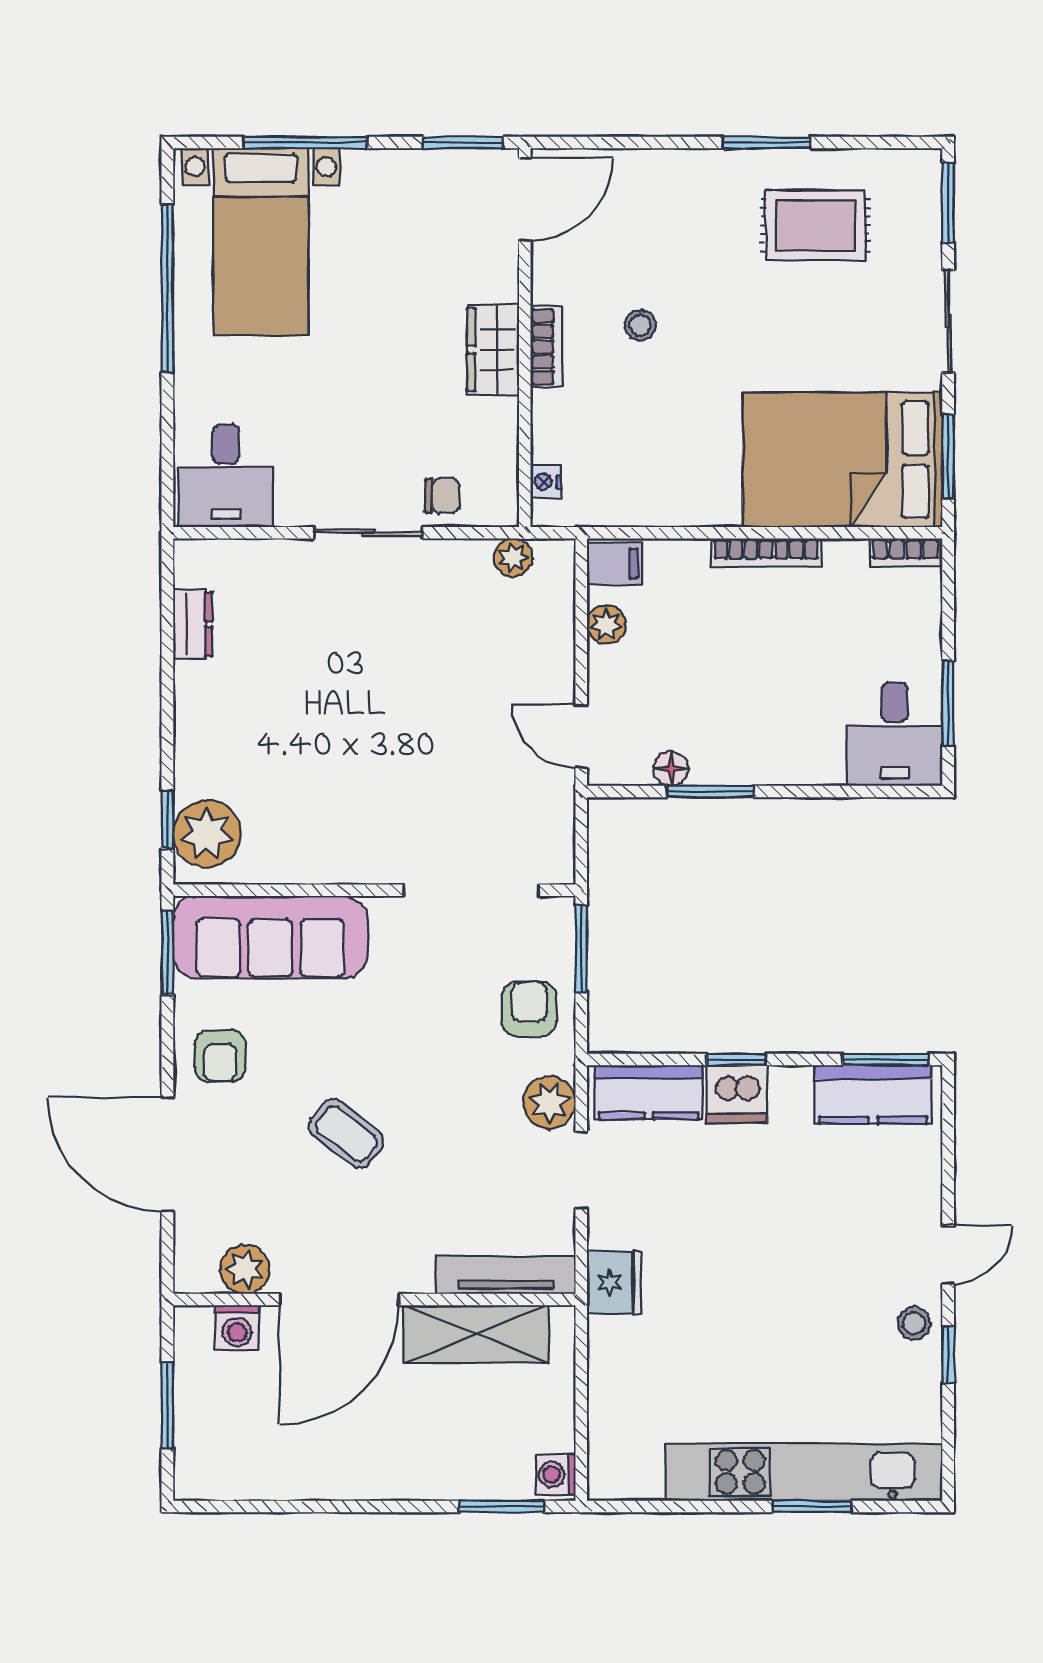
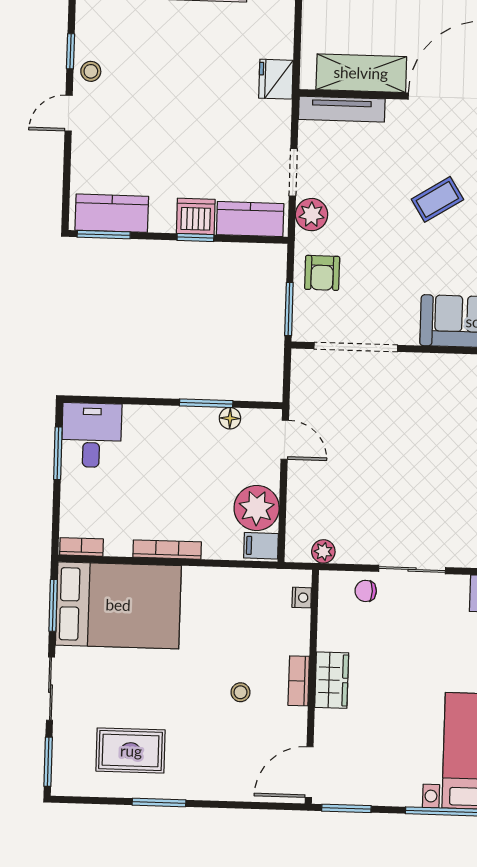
plant: (606, 625) -> (257, 508), width x1.87, depth x1.87
coffee table: (346, 1134) -> (437, 199), turned -70
fridge: (614, 1282) -> (276, 79), moved

